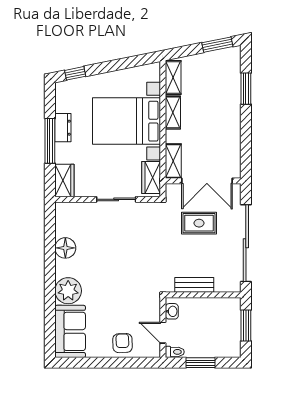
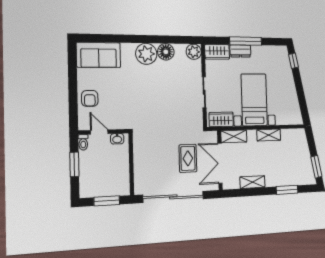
shelving: (173, 77) -> (252, 182), moved
bed with nightstands: (127, 121) -> (254, 100), width x0.73
dresser: (63, 128) -> (240, 51), moved
plant: (65, 212) -> (194, 52), added
bench: (194, 285) -> (139, 156), removed
plant: (68, 291) -> (146, 54), moved
door: (163, 333) -> (99, 132), hinge flipped
armchair: (123, 343) -> (90, 98), turned 92

